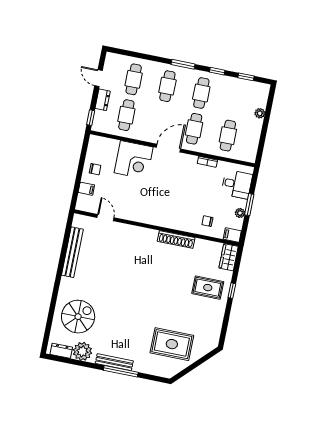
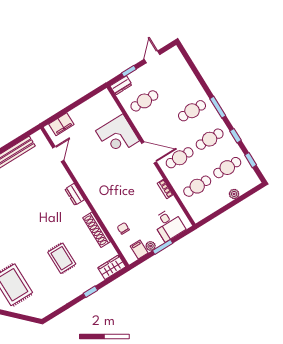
cafe table: (134, 79) -> (227, 168), moved
dresser: (103, 100) -> (121, 85), moved
window: (91, 118) -> (129, 71), moved
chair: (95, 169) -> (85, 115), removed
filing cabinet: (86, 189) -> (61, 124), width x2.00
dresser: (147, 234) -> (75, 194), added
filing cabinet: (232, 235) -> (139, 249), moved
shoe rack: (176, 239) -> (97, 230), moved
rug: (208, 288) -> (62, 258), moved

